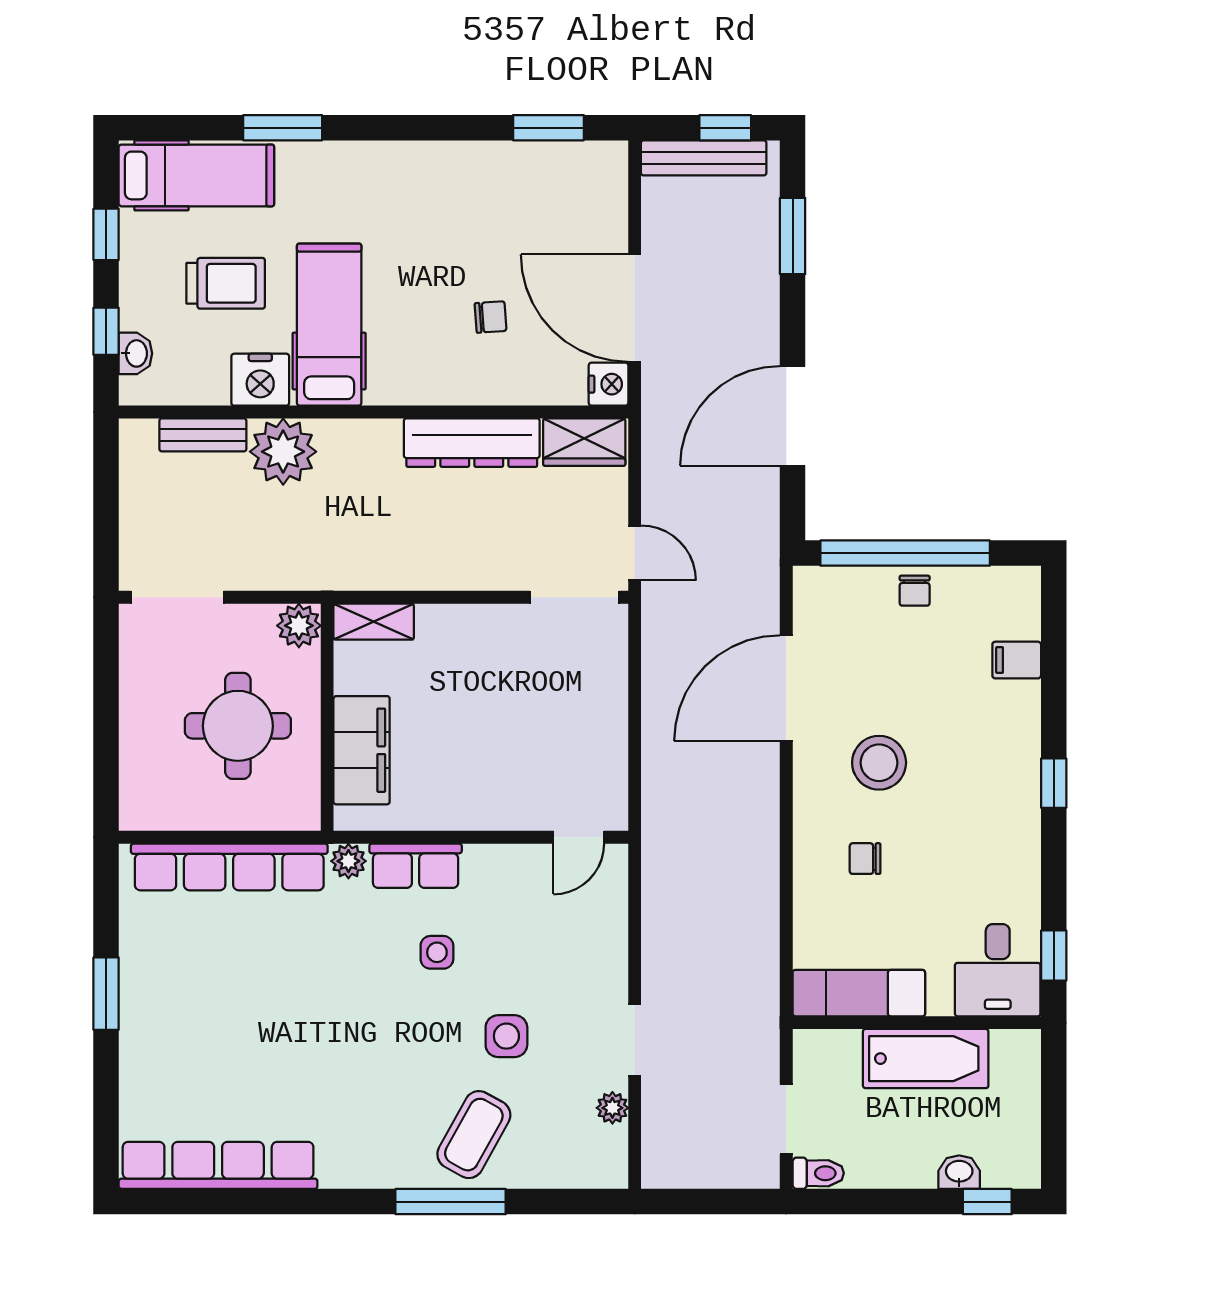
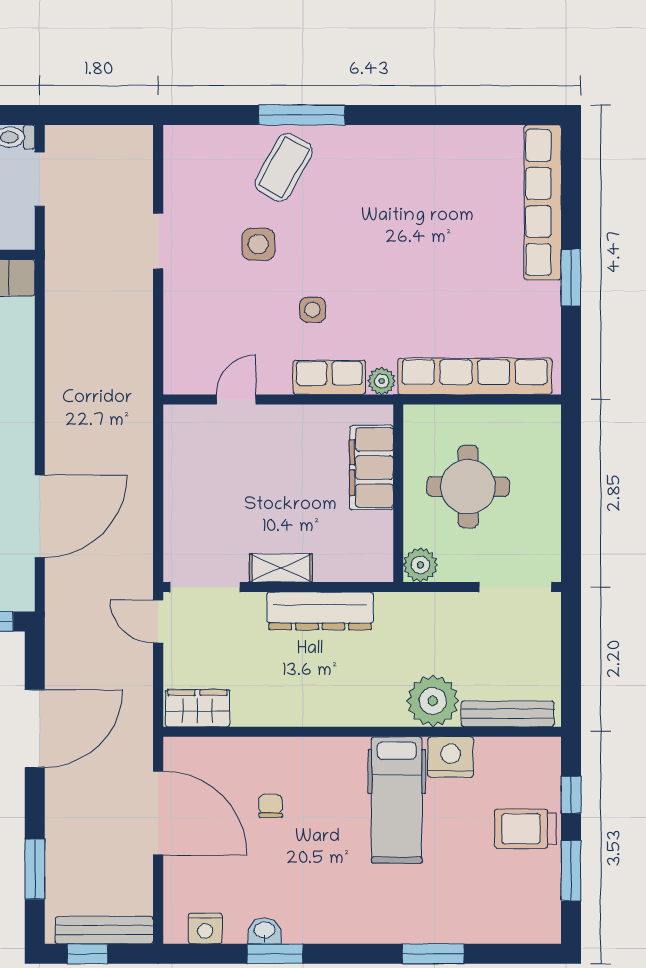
window: (548, 128) -> (275, 954), moved
hospital bed: (196, 175) -> (500, 917), removed
window: (106, 234) -> (571, 870), width x1.50
trolley: (226, 283) -> (525, 829), moved
chair: (491, 317) -> (271, 806), turned 94
washbasin: (135, 353) -> (265, 931), moved, turned 90
nightstand: (609, 384) -> (205, 928), moved, turned -90
bench: (203, 435) -> (508, 714), width x1.36
dresser: (472, 443) -> (320, 611), moved, turned 180
shelving: (374, 622) -> (281, 568), moved
door: (579, 837) -> (236, 400), moved
plant: (612, 1108) -> (176, 188), removed
row of seats: (218, 1165) -> (543, 202), moved, turned 90

